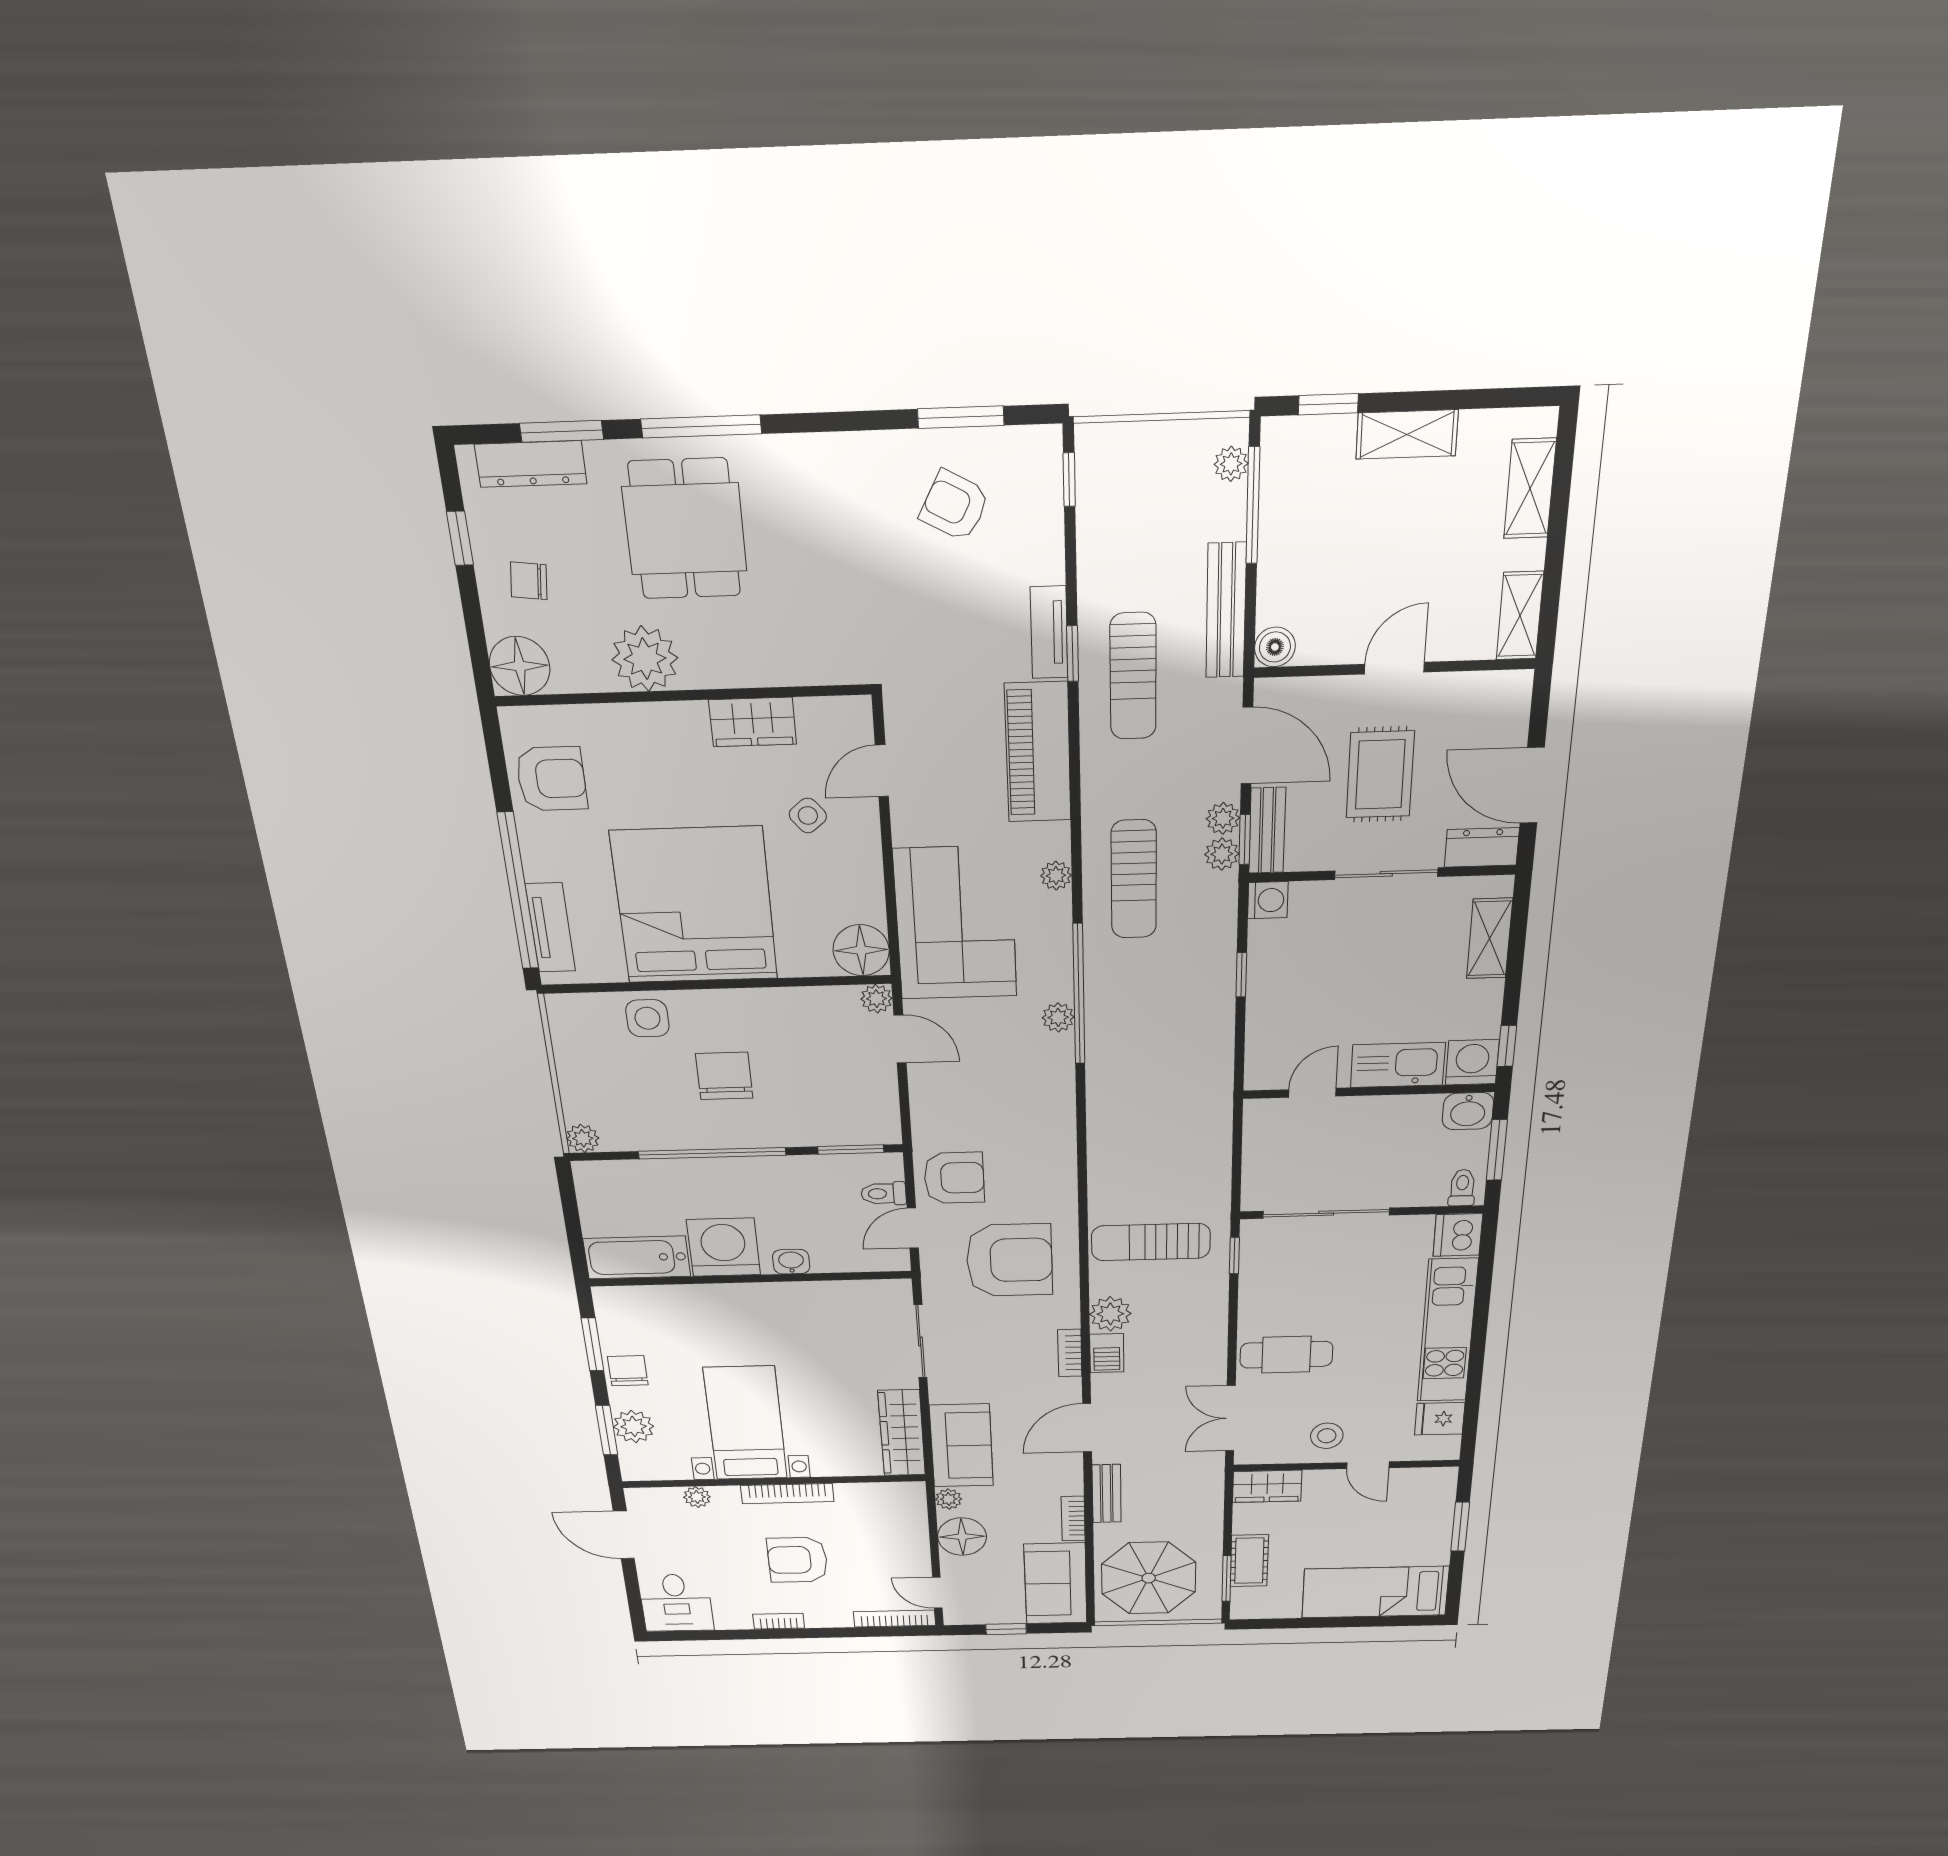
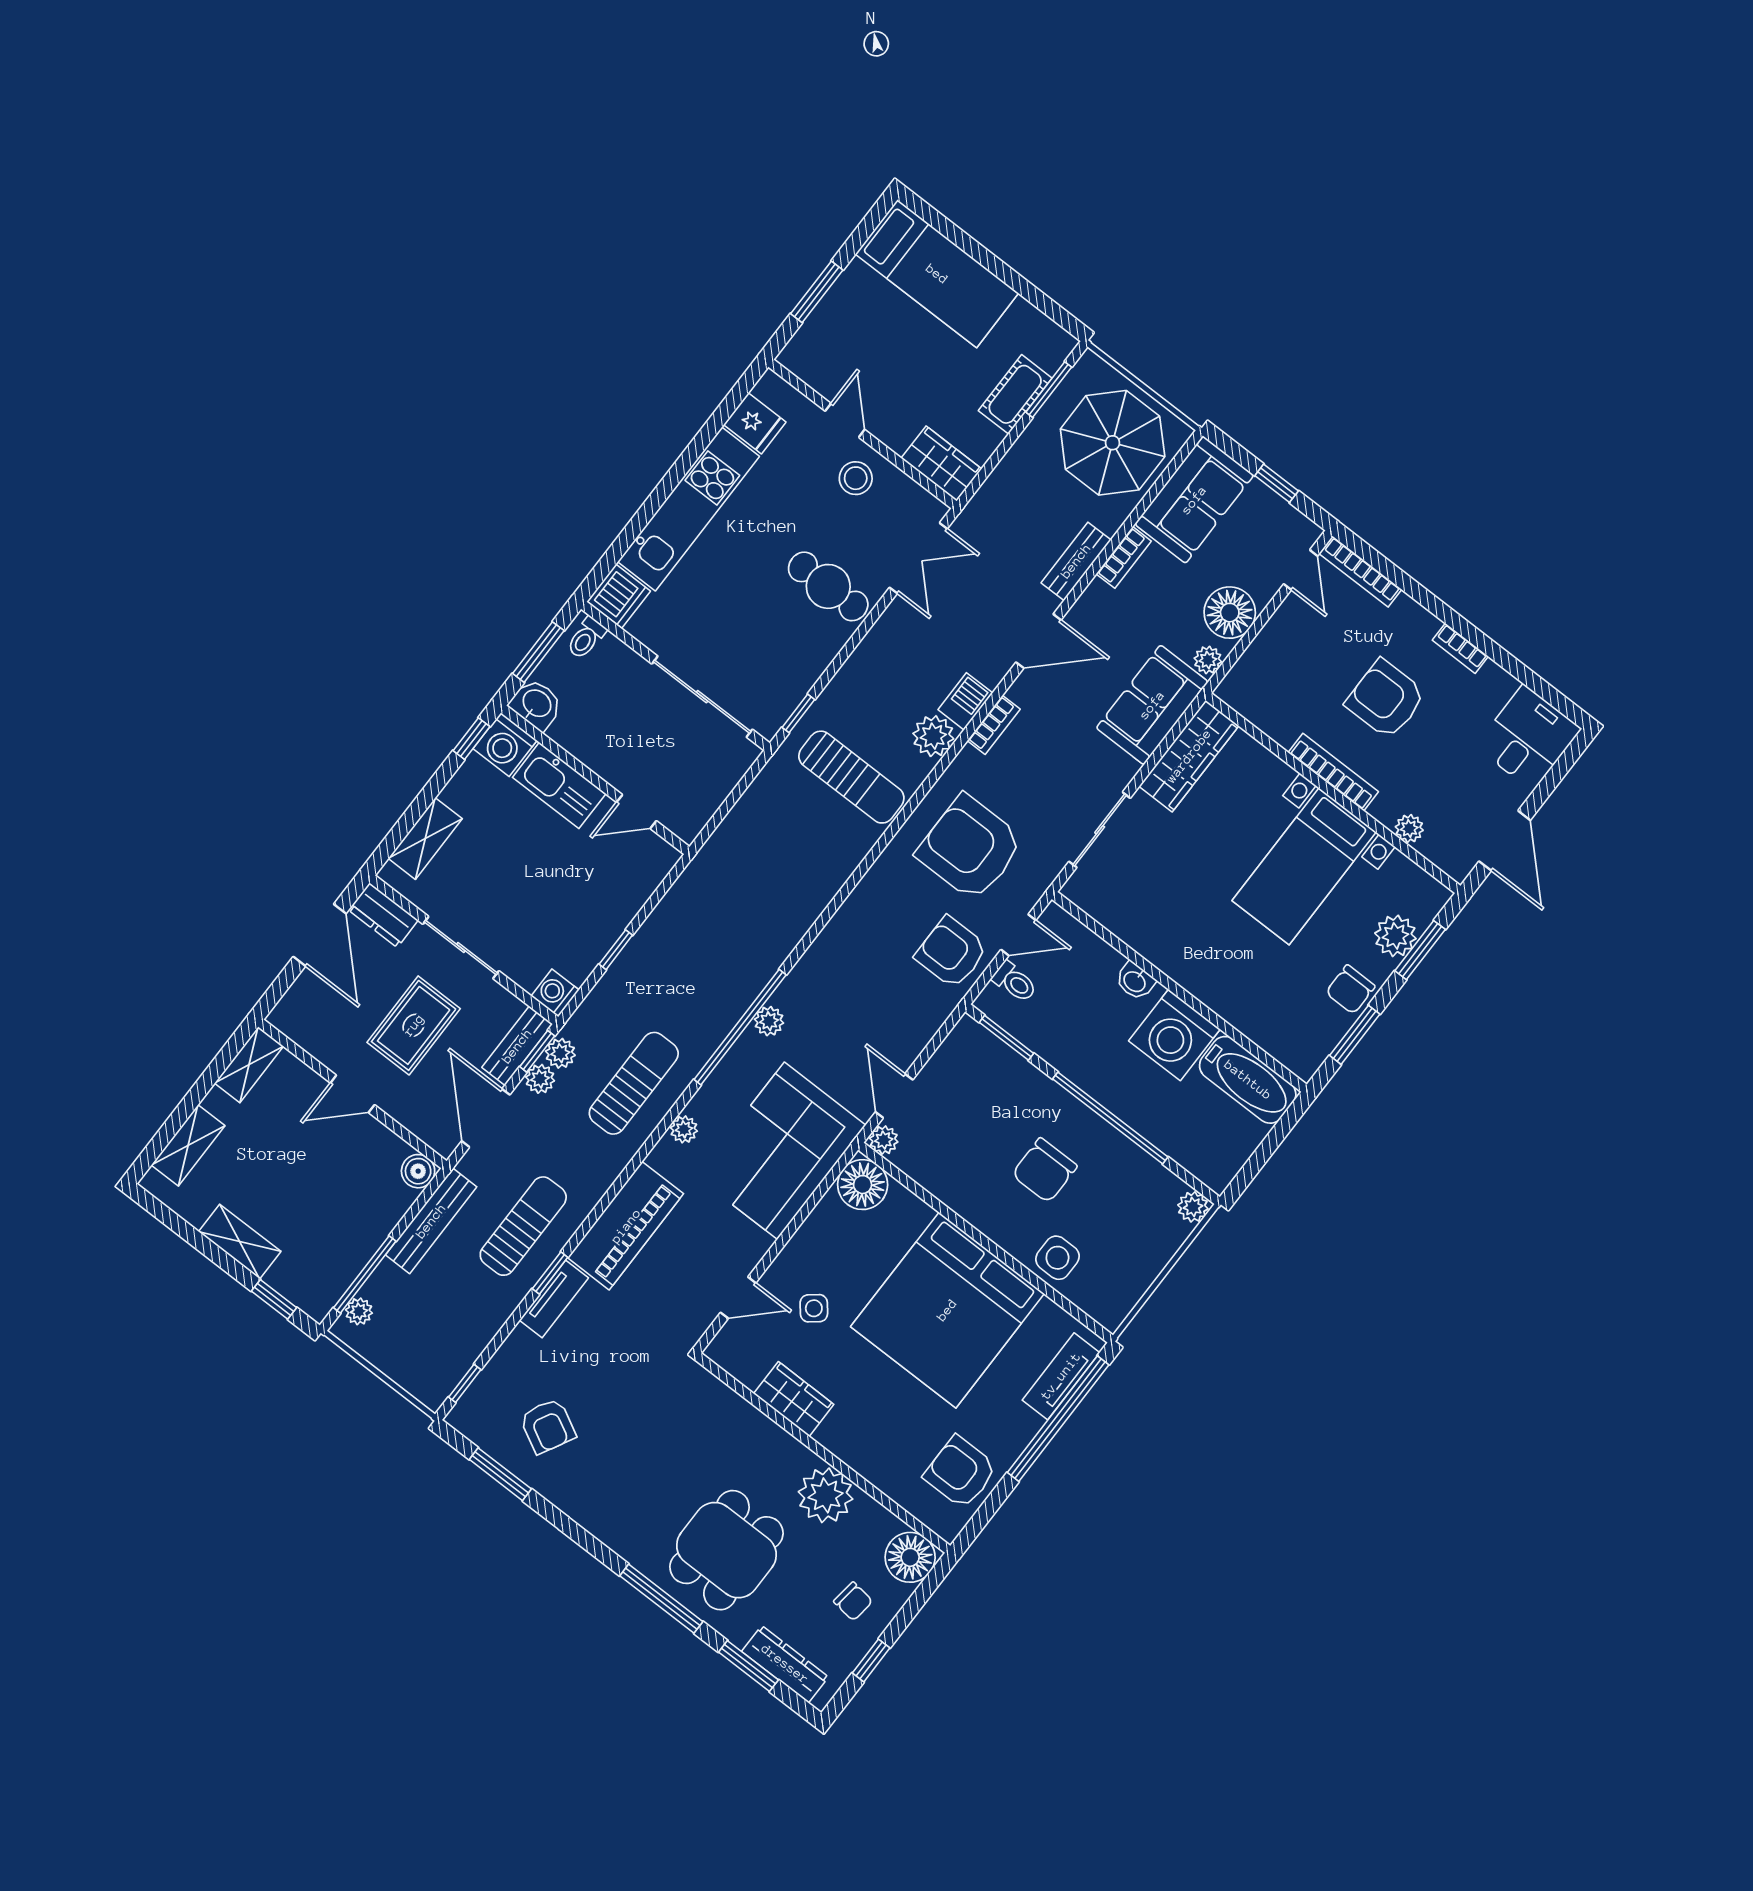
armchair: (798, 1560) -> (1386, 699), turned 180

